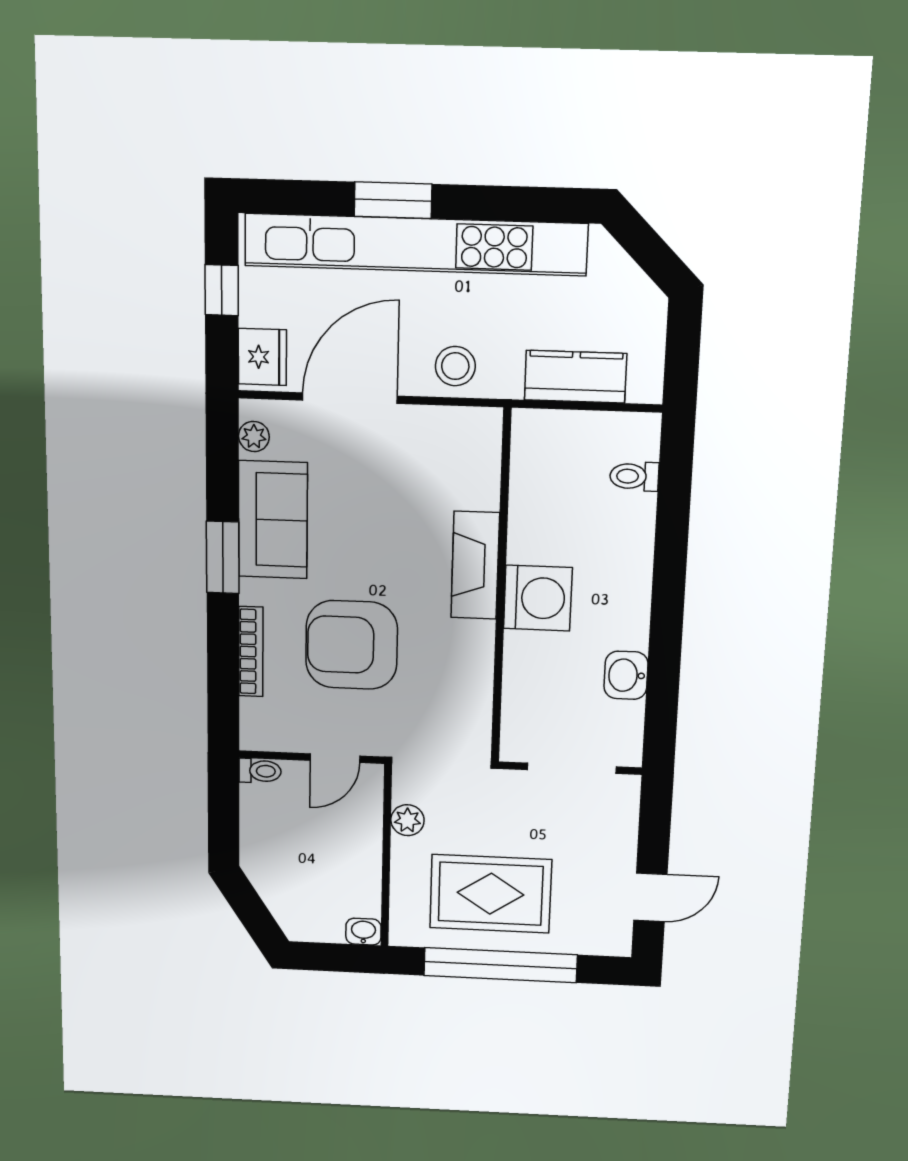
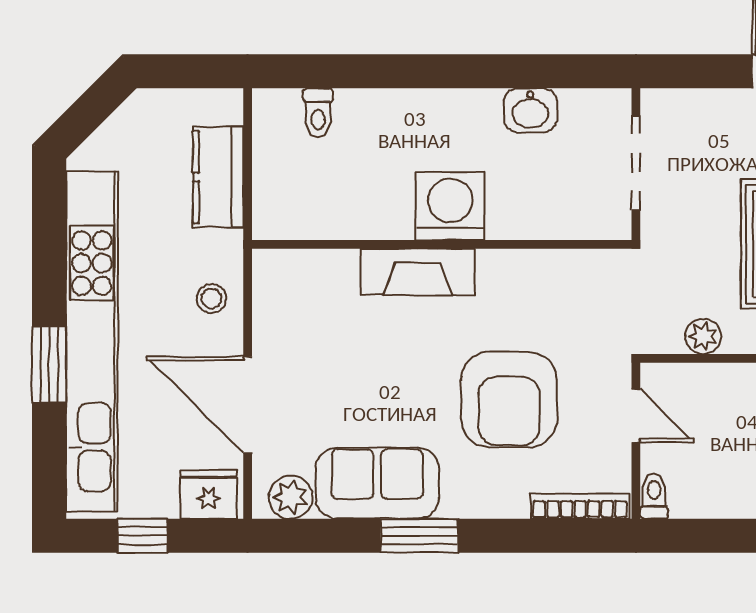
stool: (455, 366) -> (211, 298), width x0.73, depth x0.73
plant: (254, 436) -> (291, 497), width x1.38, depth x1.38
bookcase: (251, 652) -> (580, 506), moved

